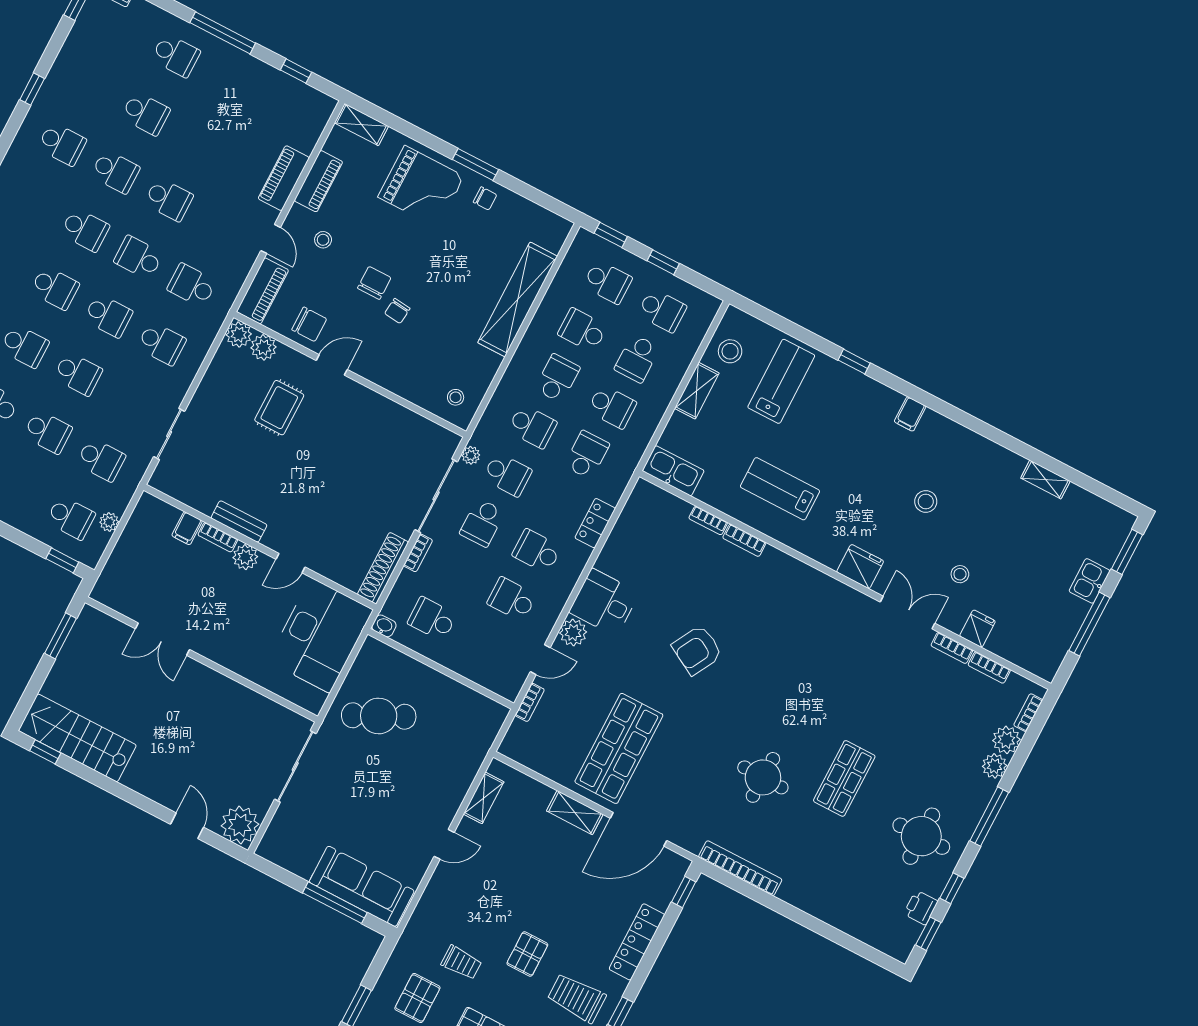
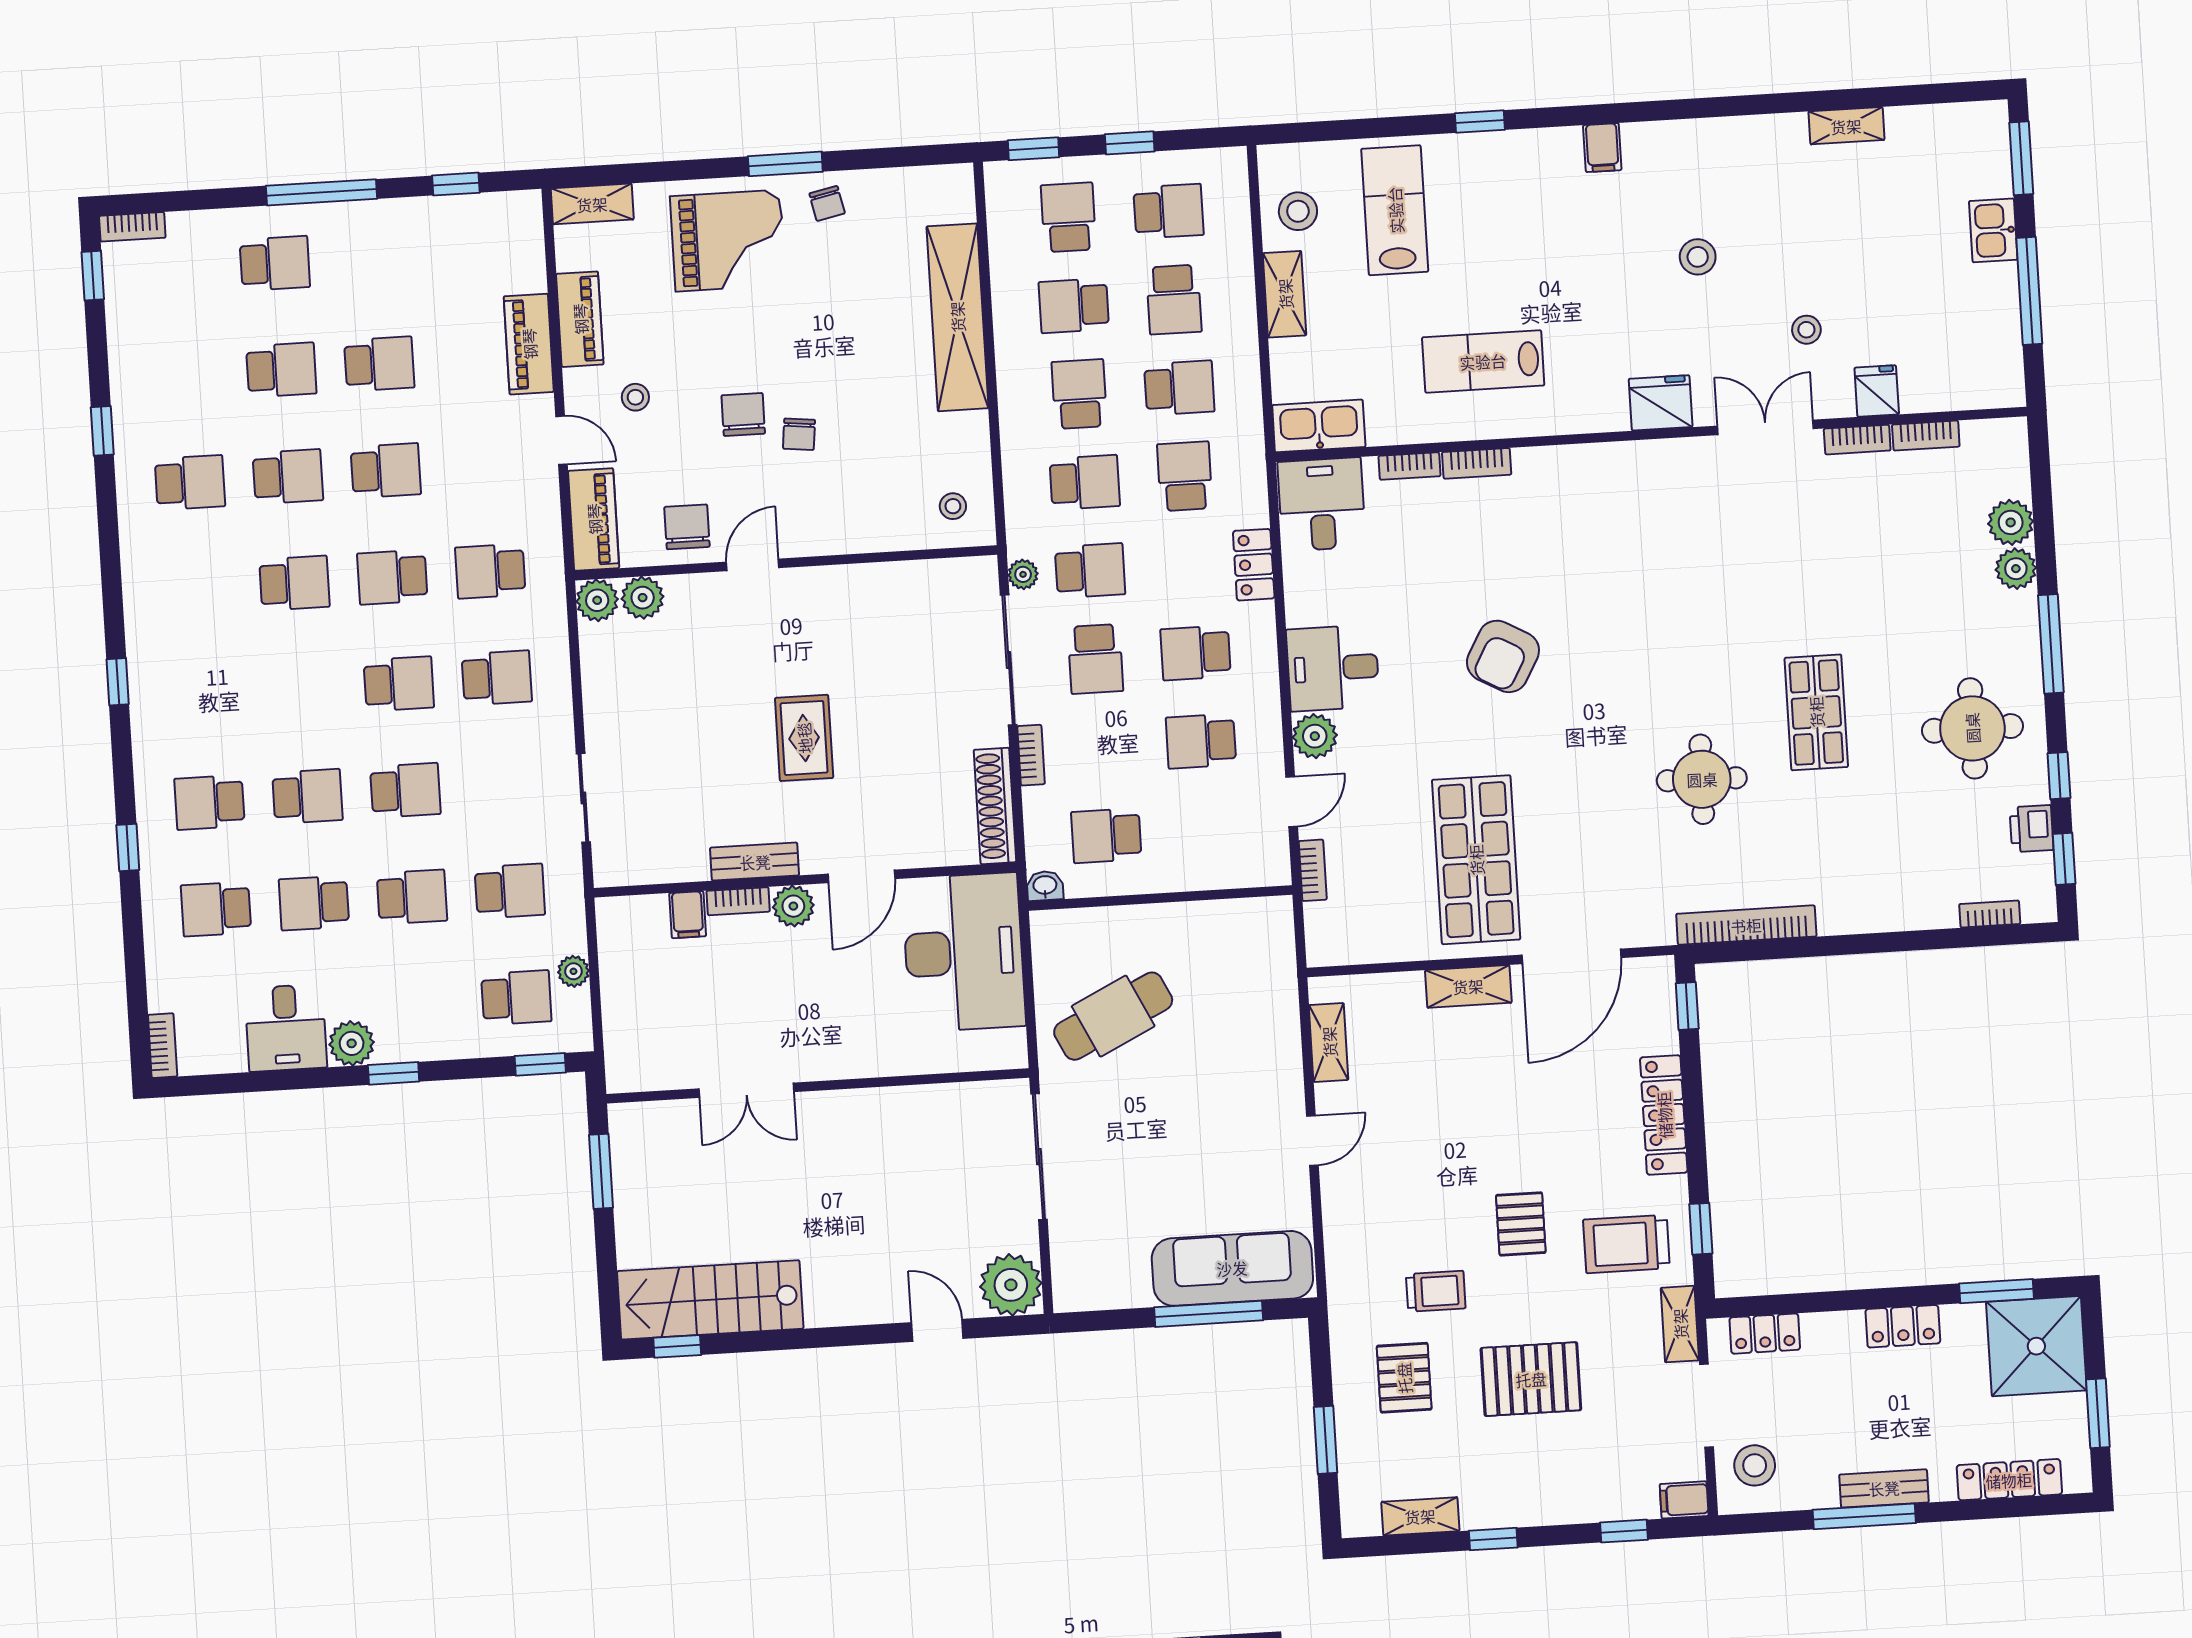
chair: (485, 198) -> (827, 203), turned 78
school desk: (607, 282) -> (1068, 217), turned -90
school desk: (55, 288) -> (379, 364), moved
chair: (309, 324) -> (687, 527), turned -90
rug: (279, 408) -> (804, 738), moved
desk: (650, 513) -> (1322, 504), added
door: (290, 563) -> (861, 876), width x1.38
bookcase: (1028, 713) -> (1990, 914), moved, turned 90

